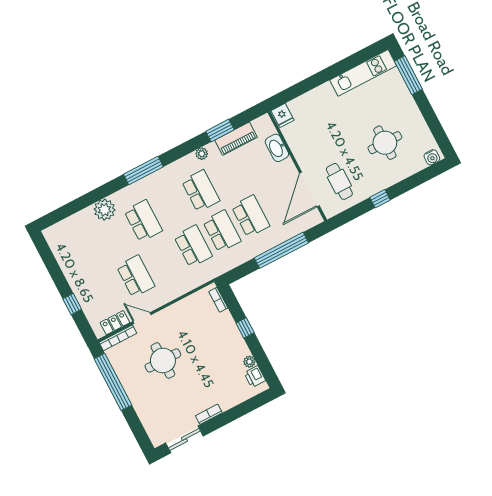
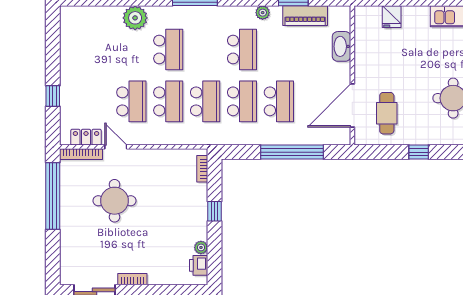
fridge: (282, 115) -> (392, 17), moved
school desk: (164, 261) -> (168, 101), added

